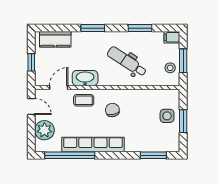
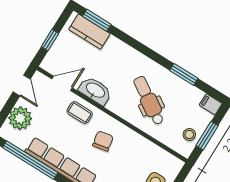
window: (93, 28) -> (97, 20), moved

